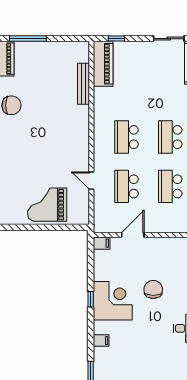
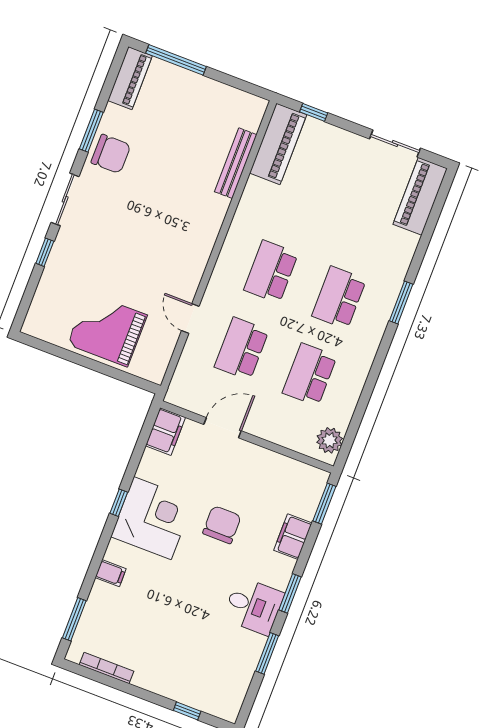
filing cabinet: (102, 243) -> (165, 431), width x2.00

